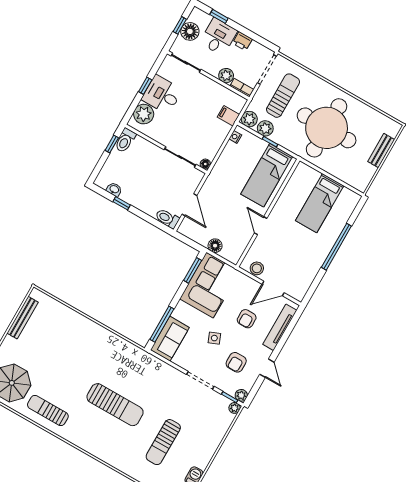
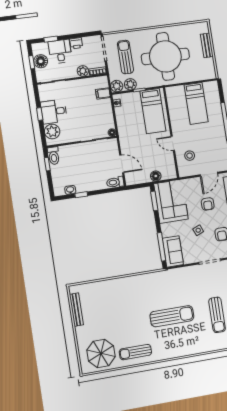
stool: (257, 268) -> (190, 156), moved

